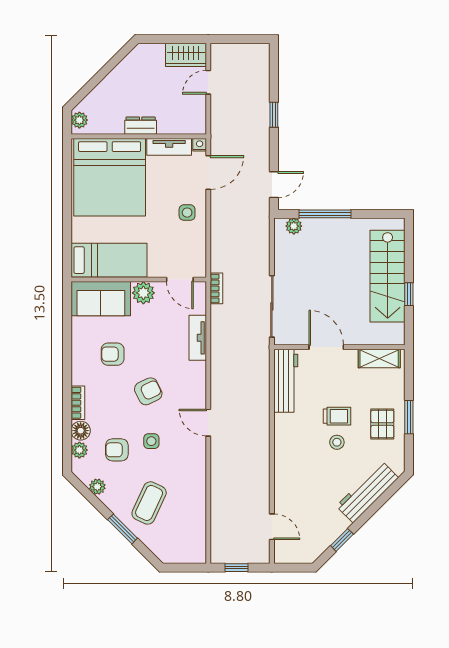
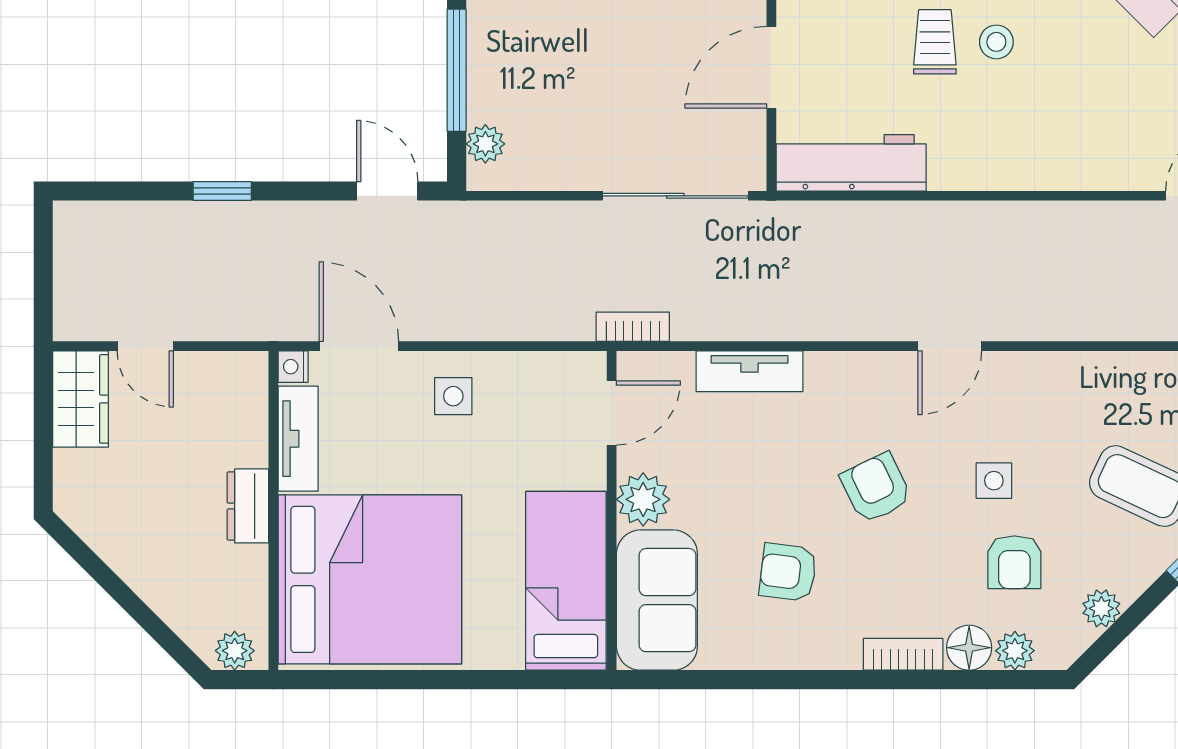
armchair: (113, 354) -> (788, 572), turned 97

